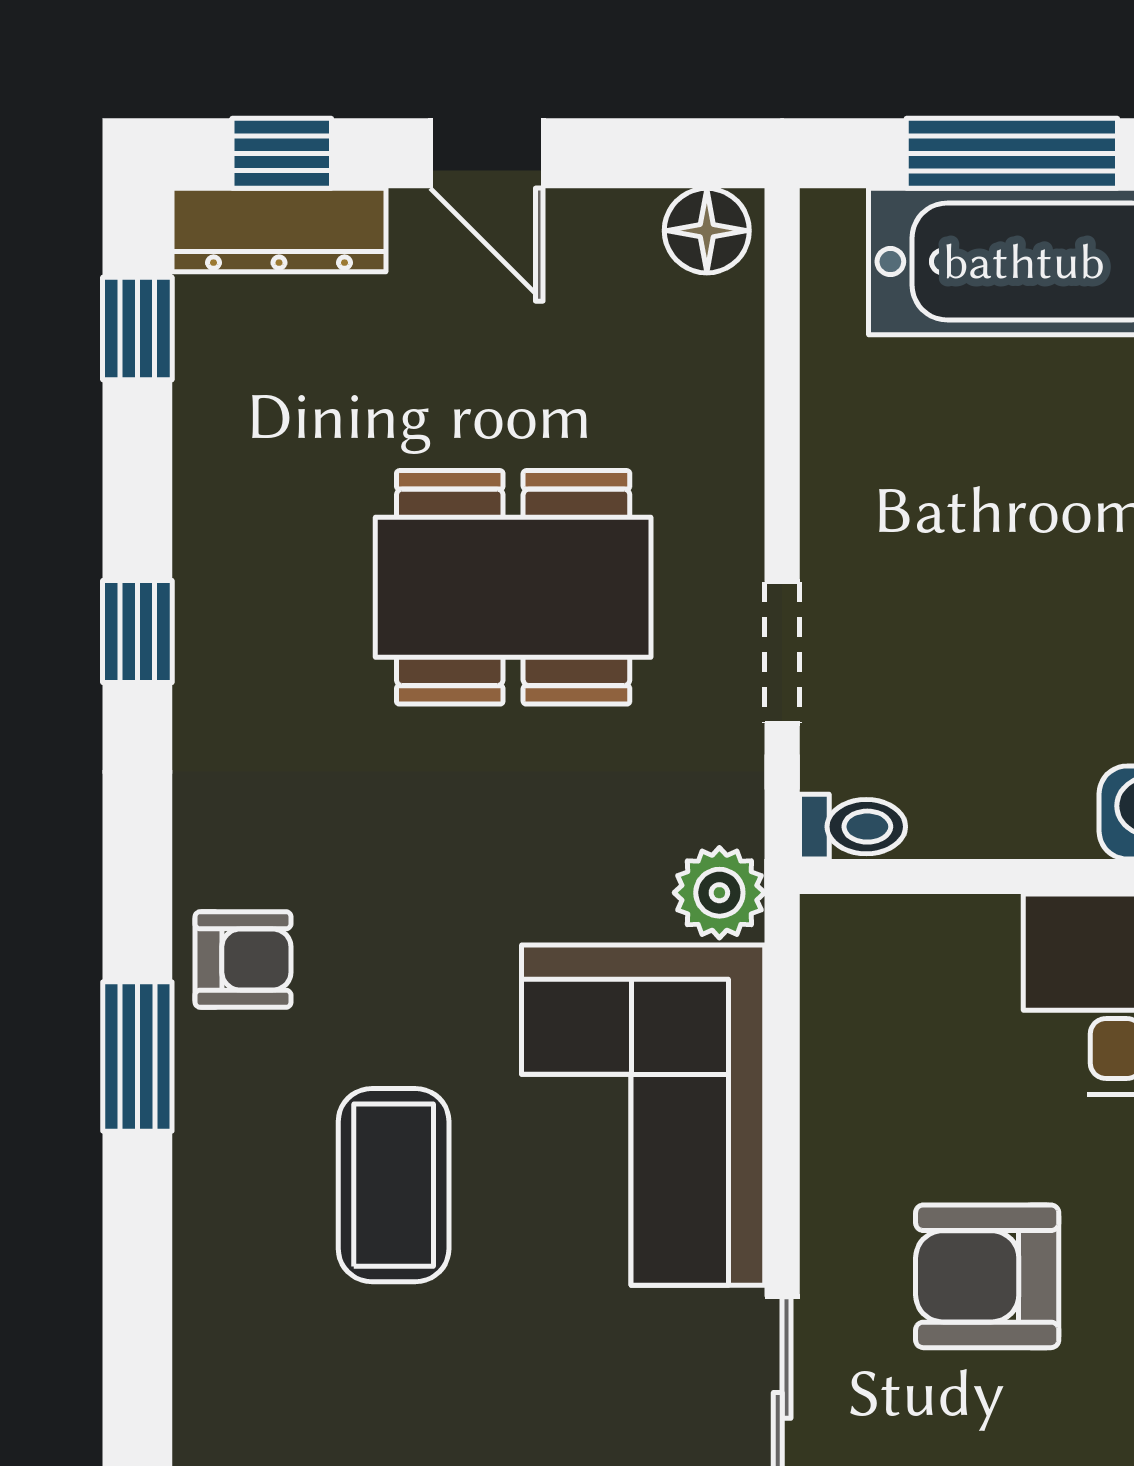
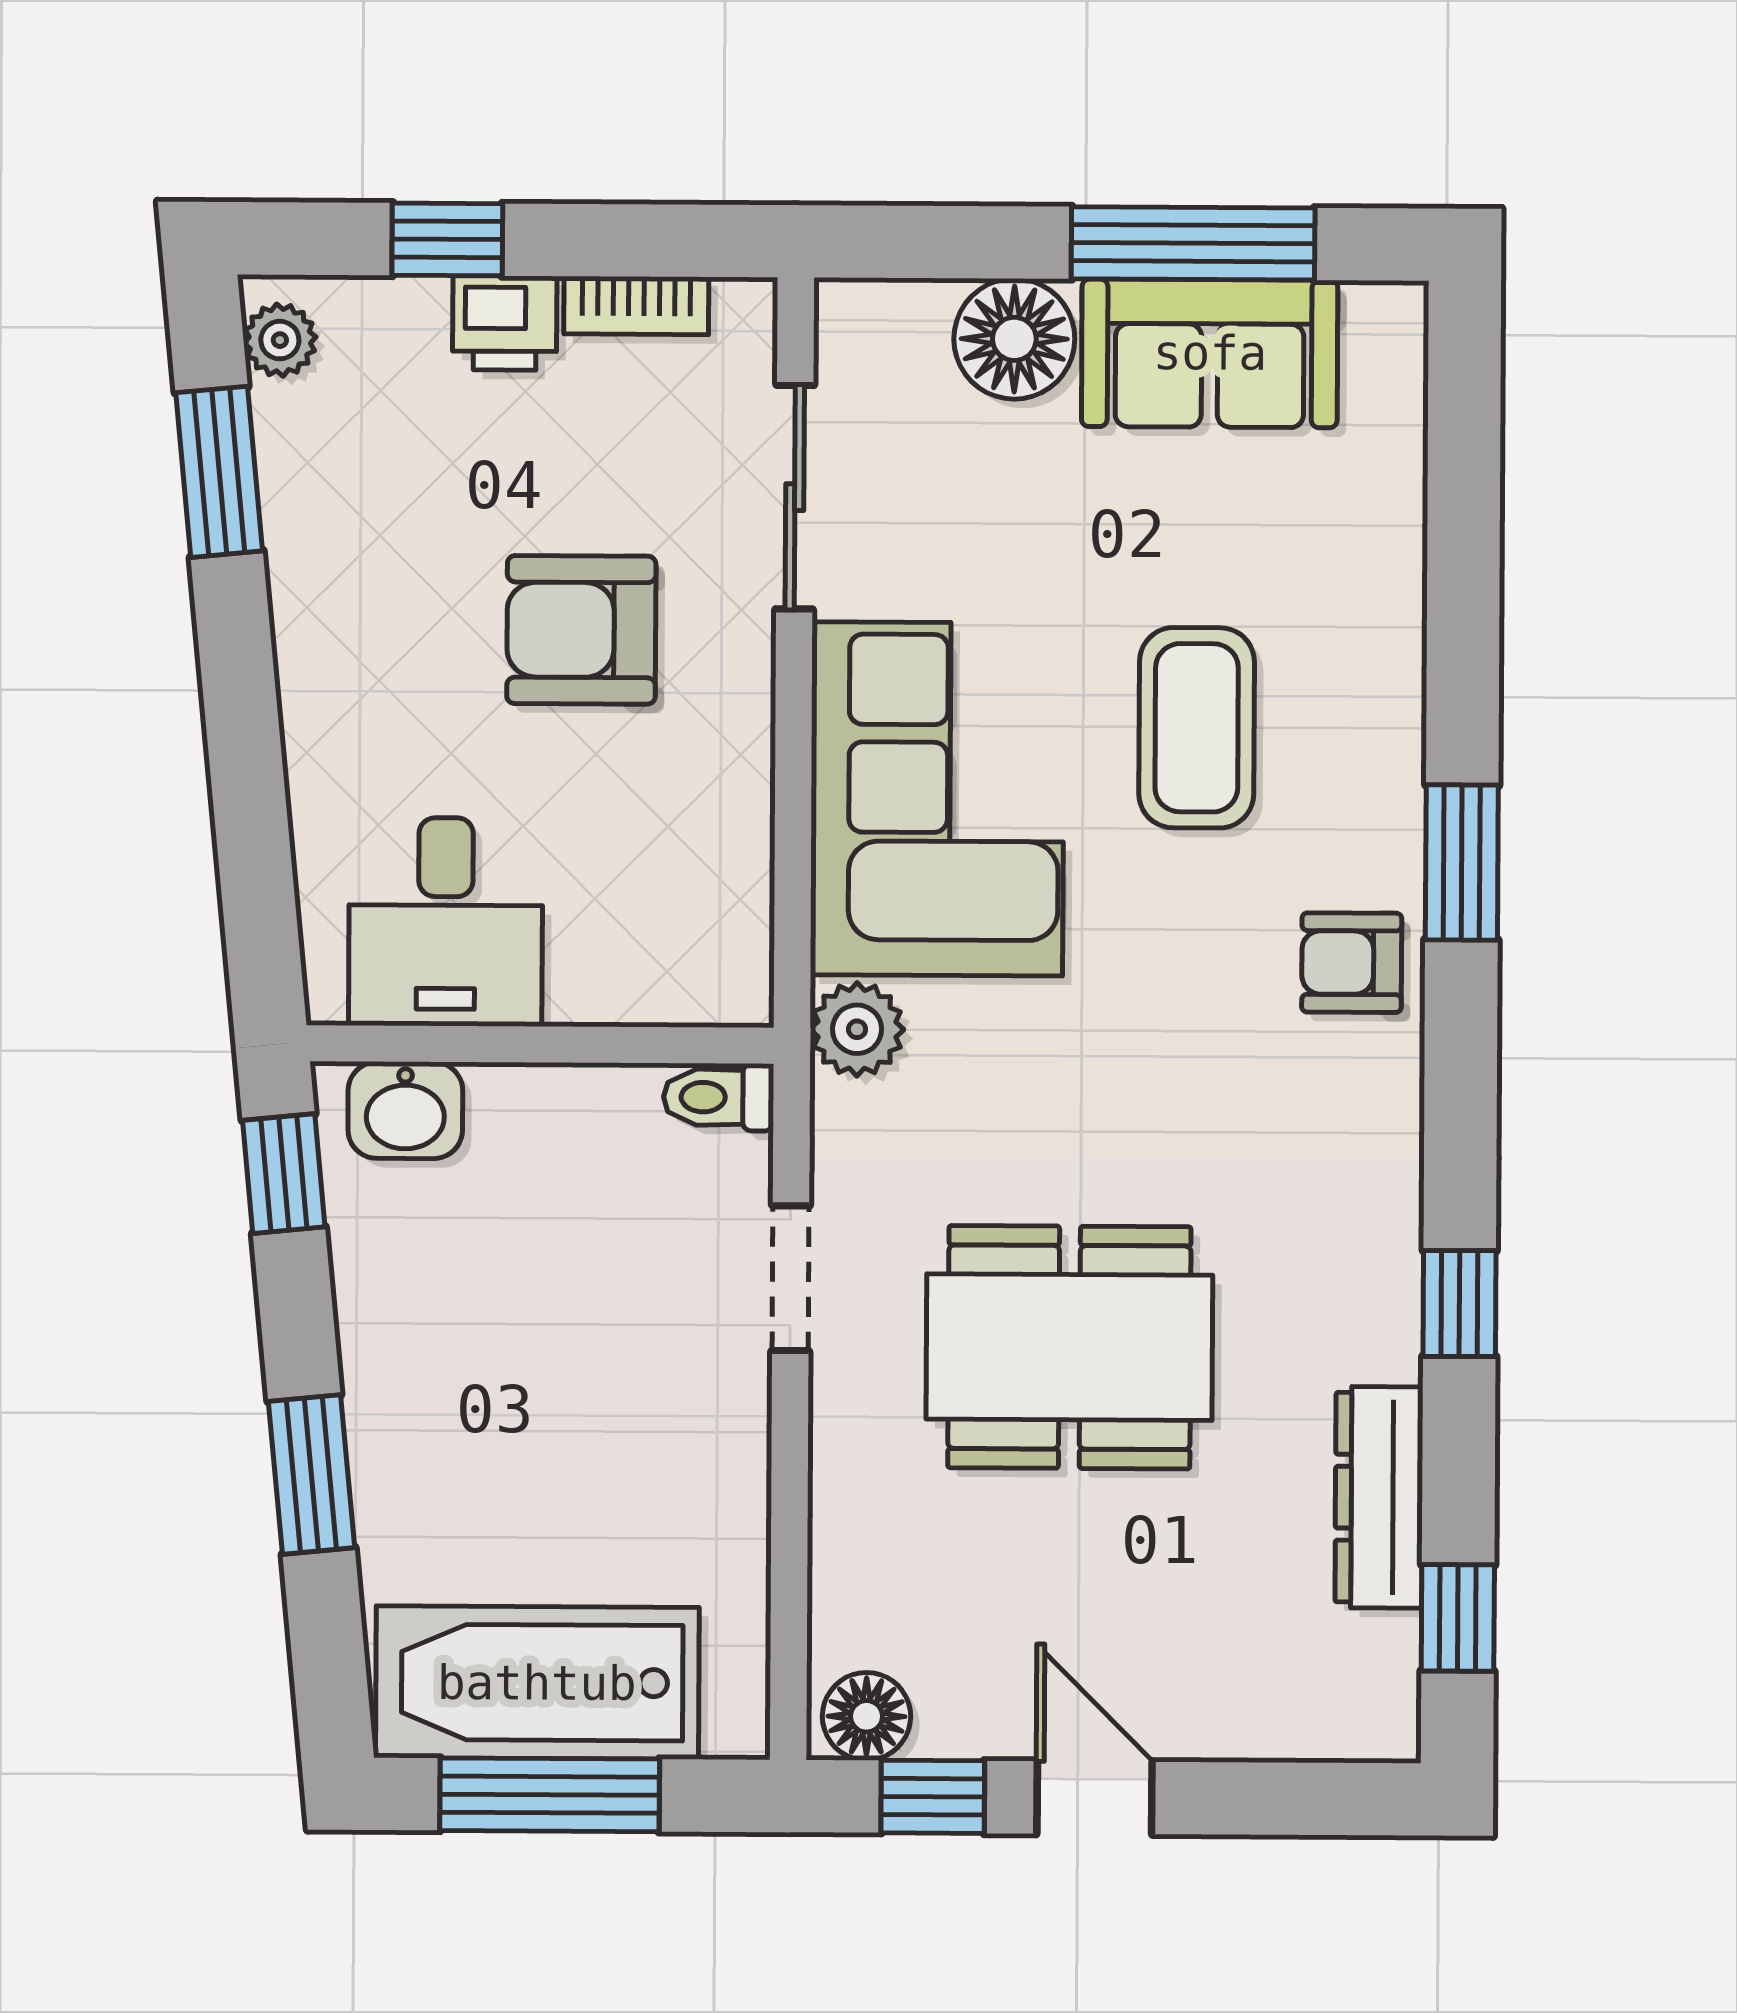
window: (282, 153) -> (933, 1797), moved
dresser: (279, 230) -> (1379, 1497), moved, turned -90
armchair: (987, 1276) -> (581, 630), turned 180

